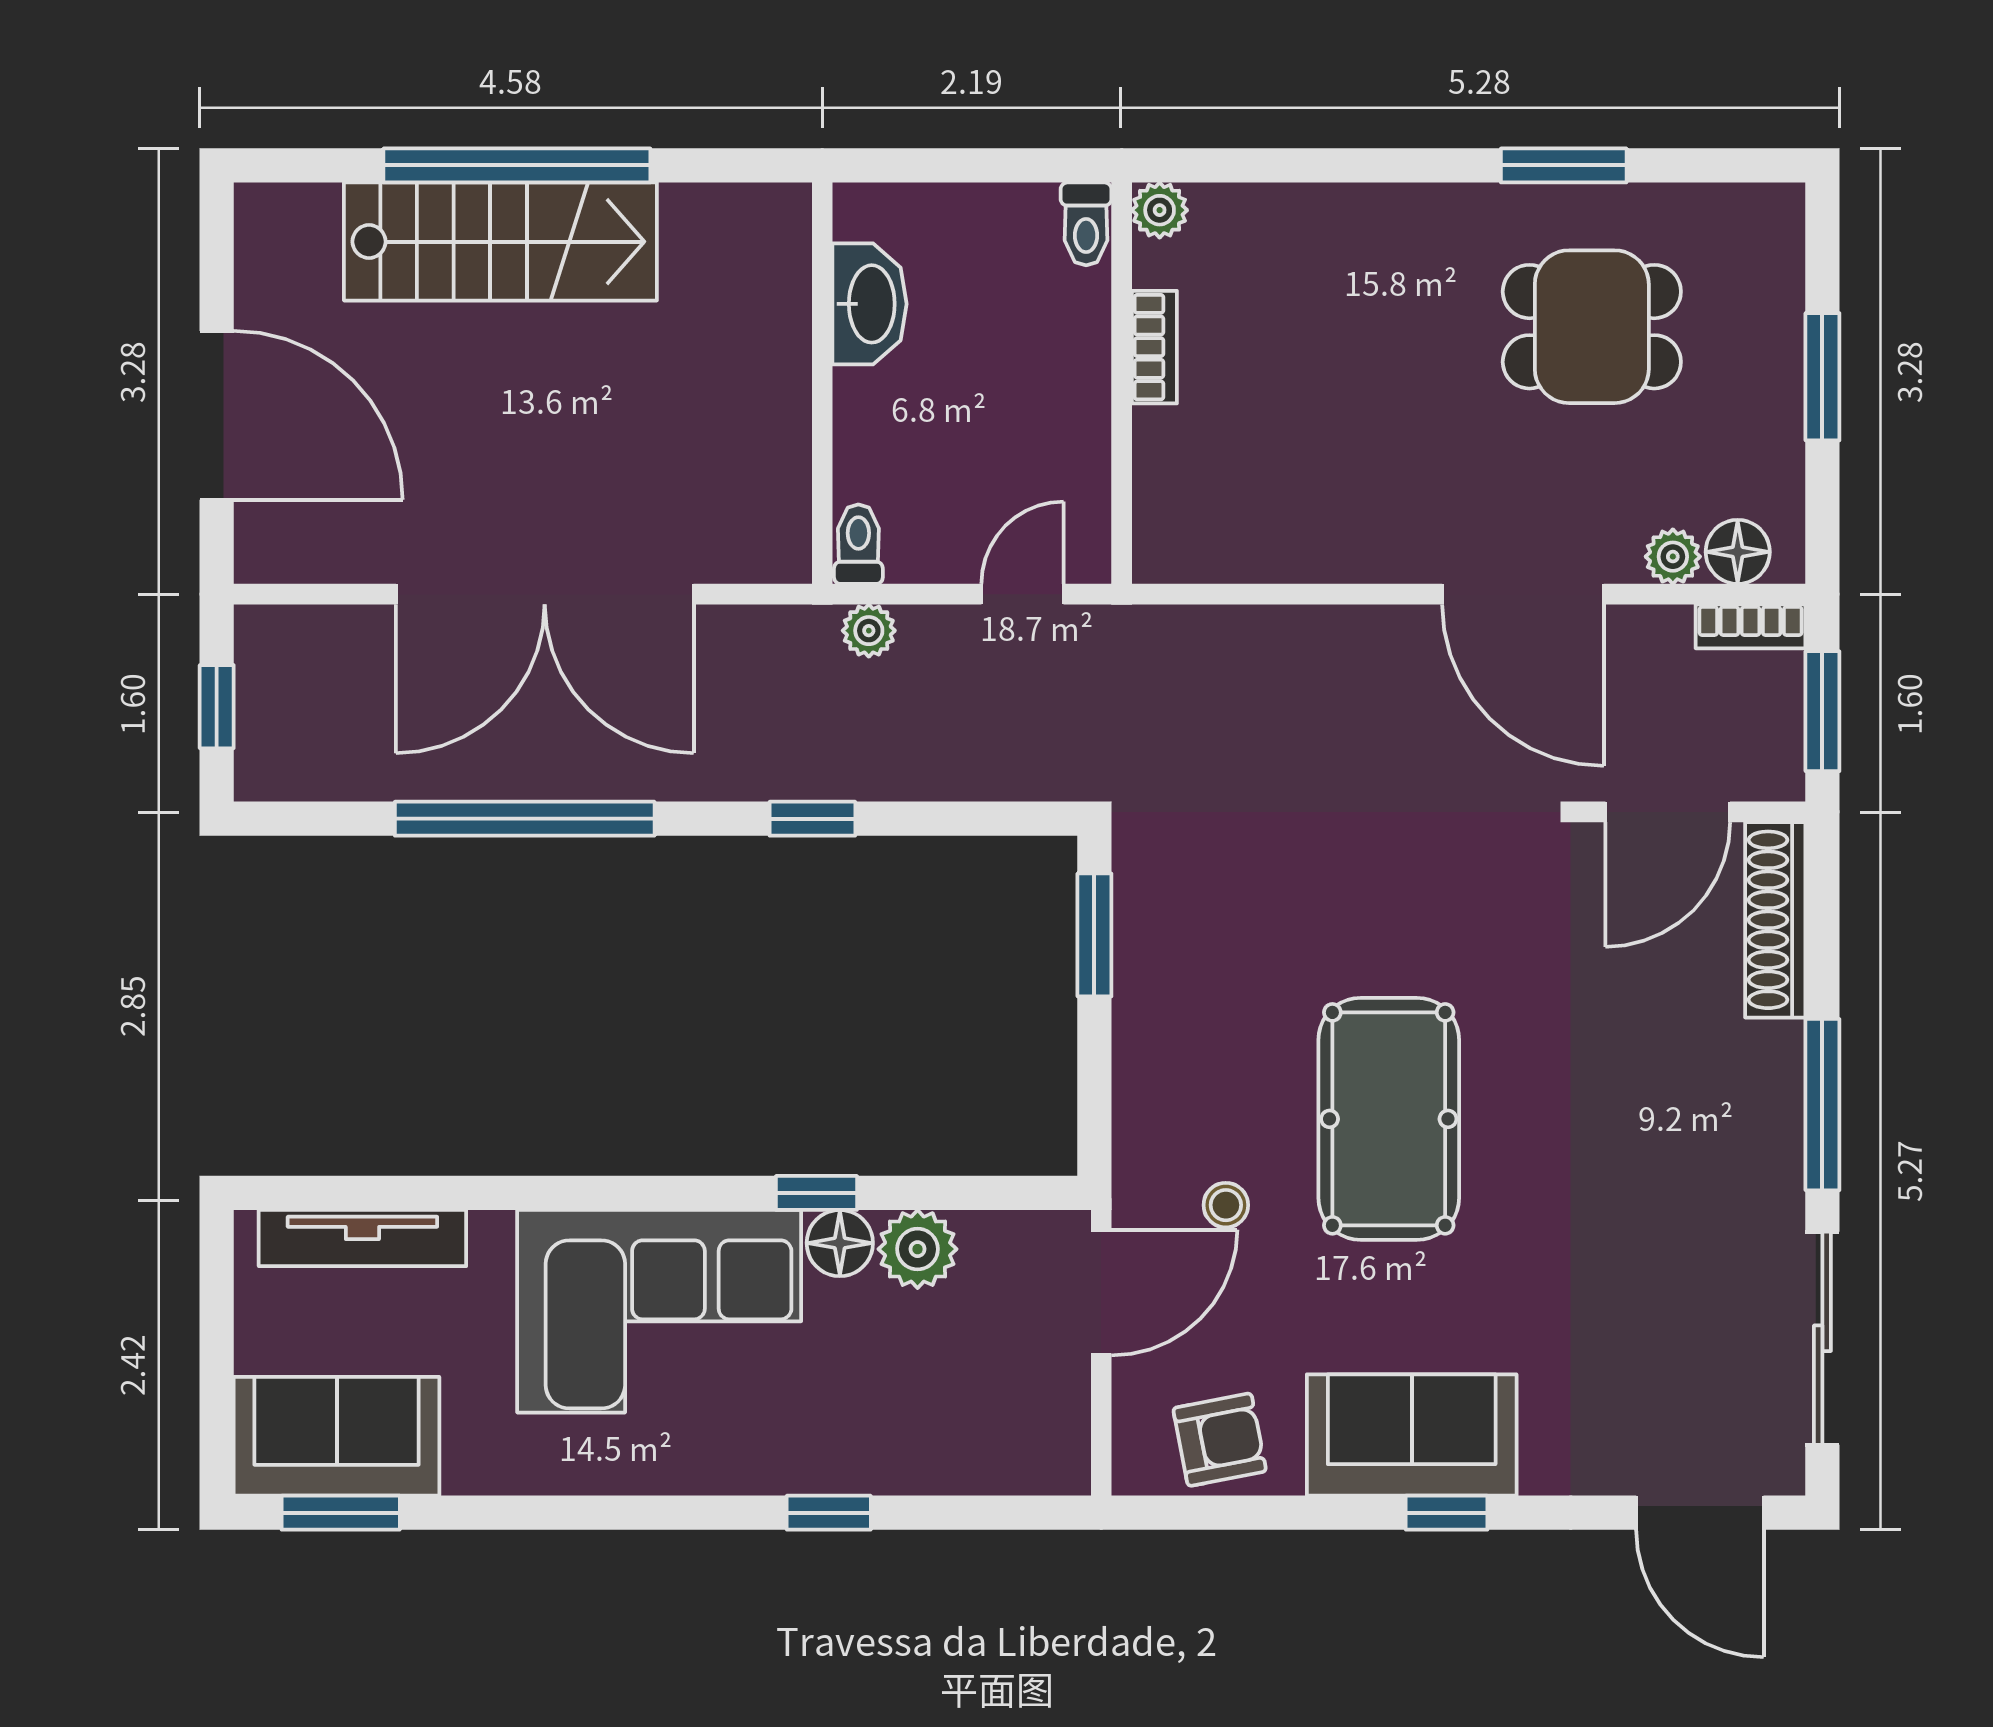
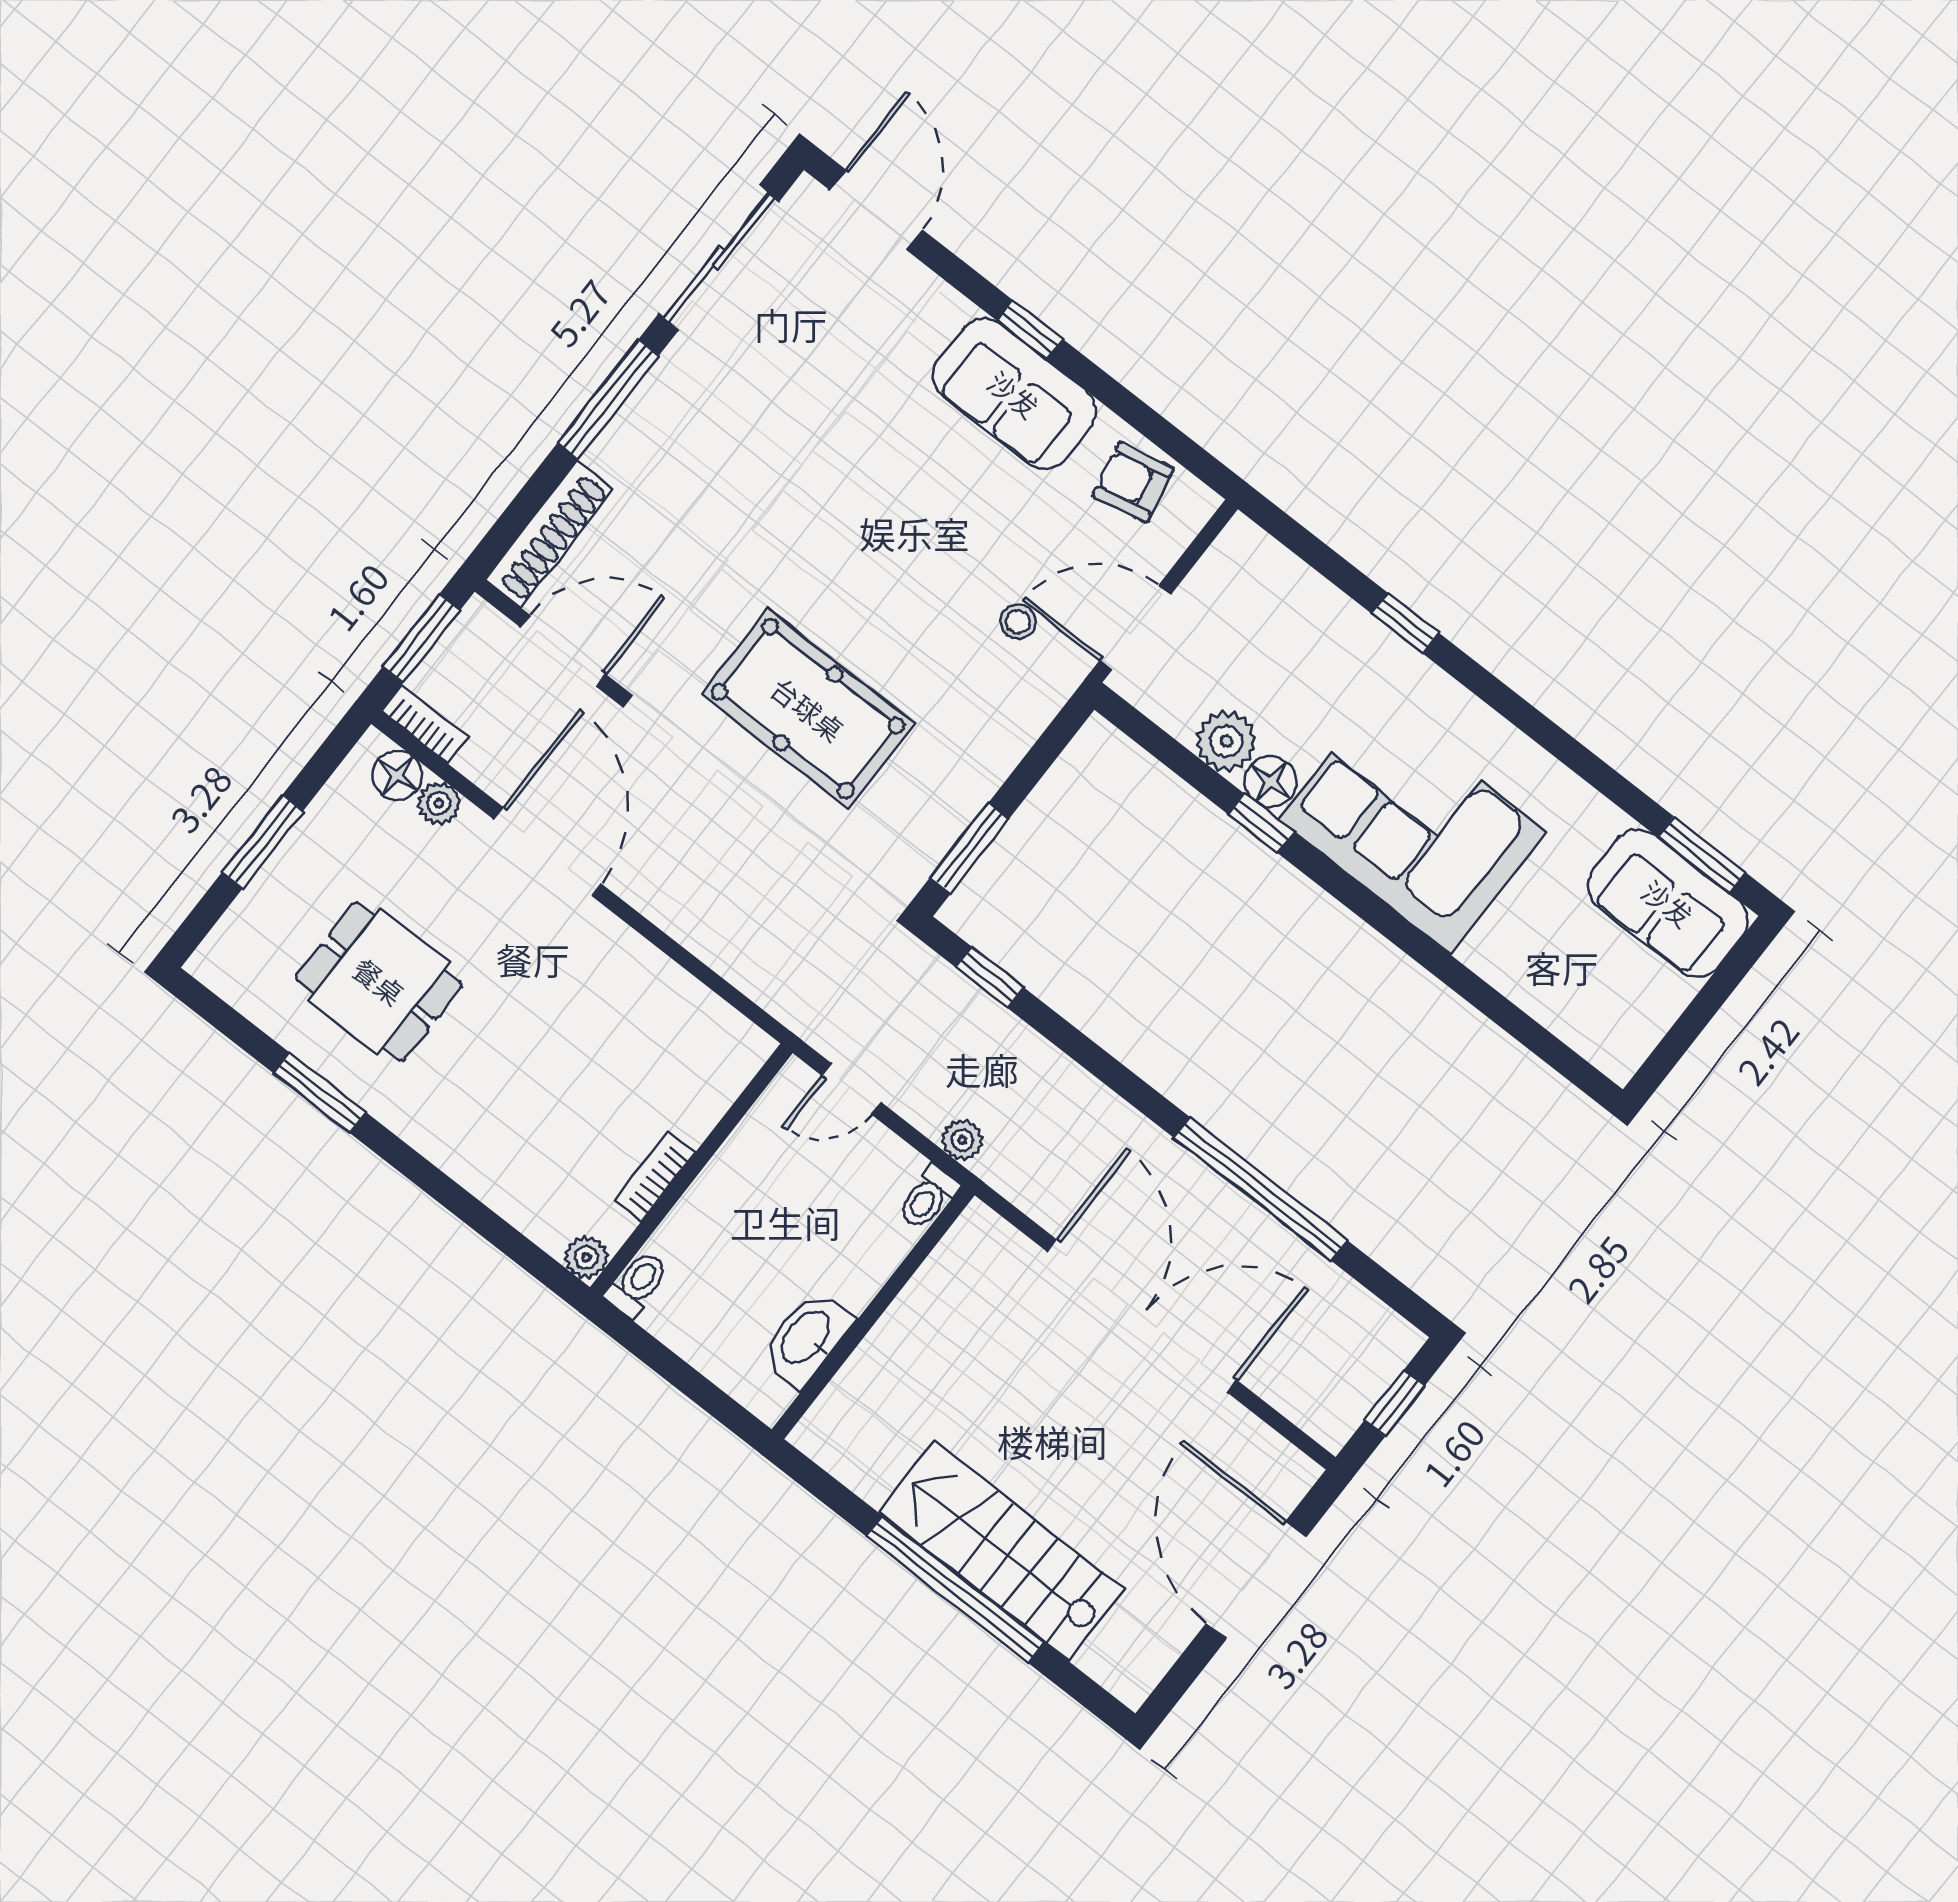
window: (812, 819) -> (989, 977), moved
pool table: (1389, 1119) -> (808, 709), moved, turned 90
tv unit: (362, 1238) -> (1558, 1011), removed

